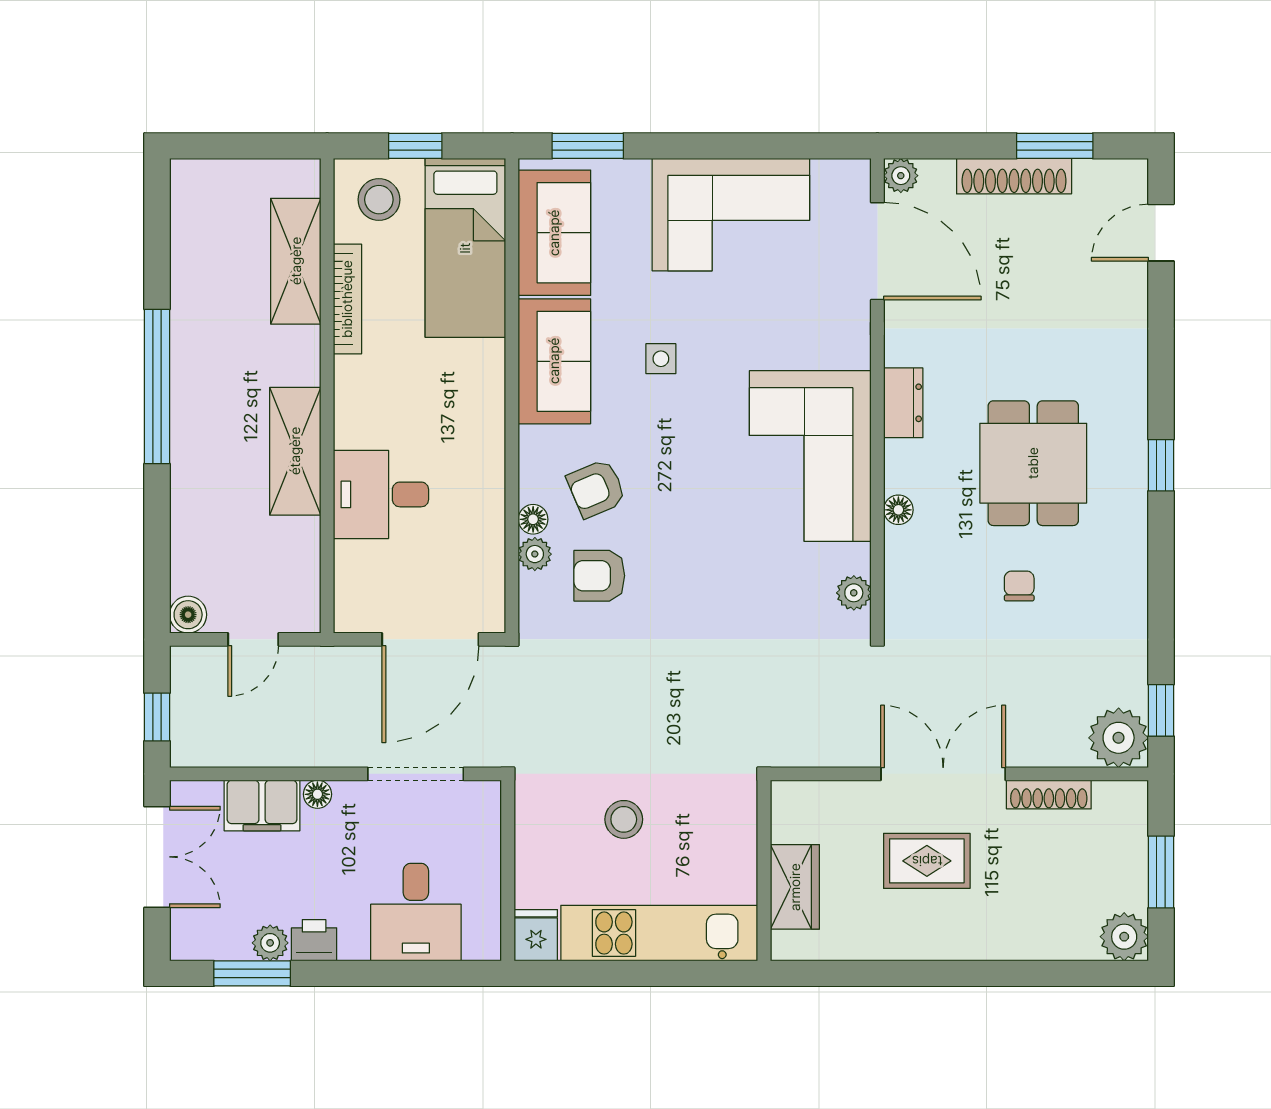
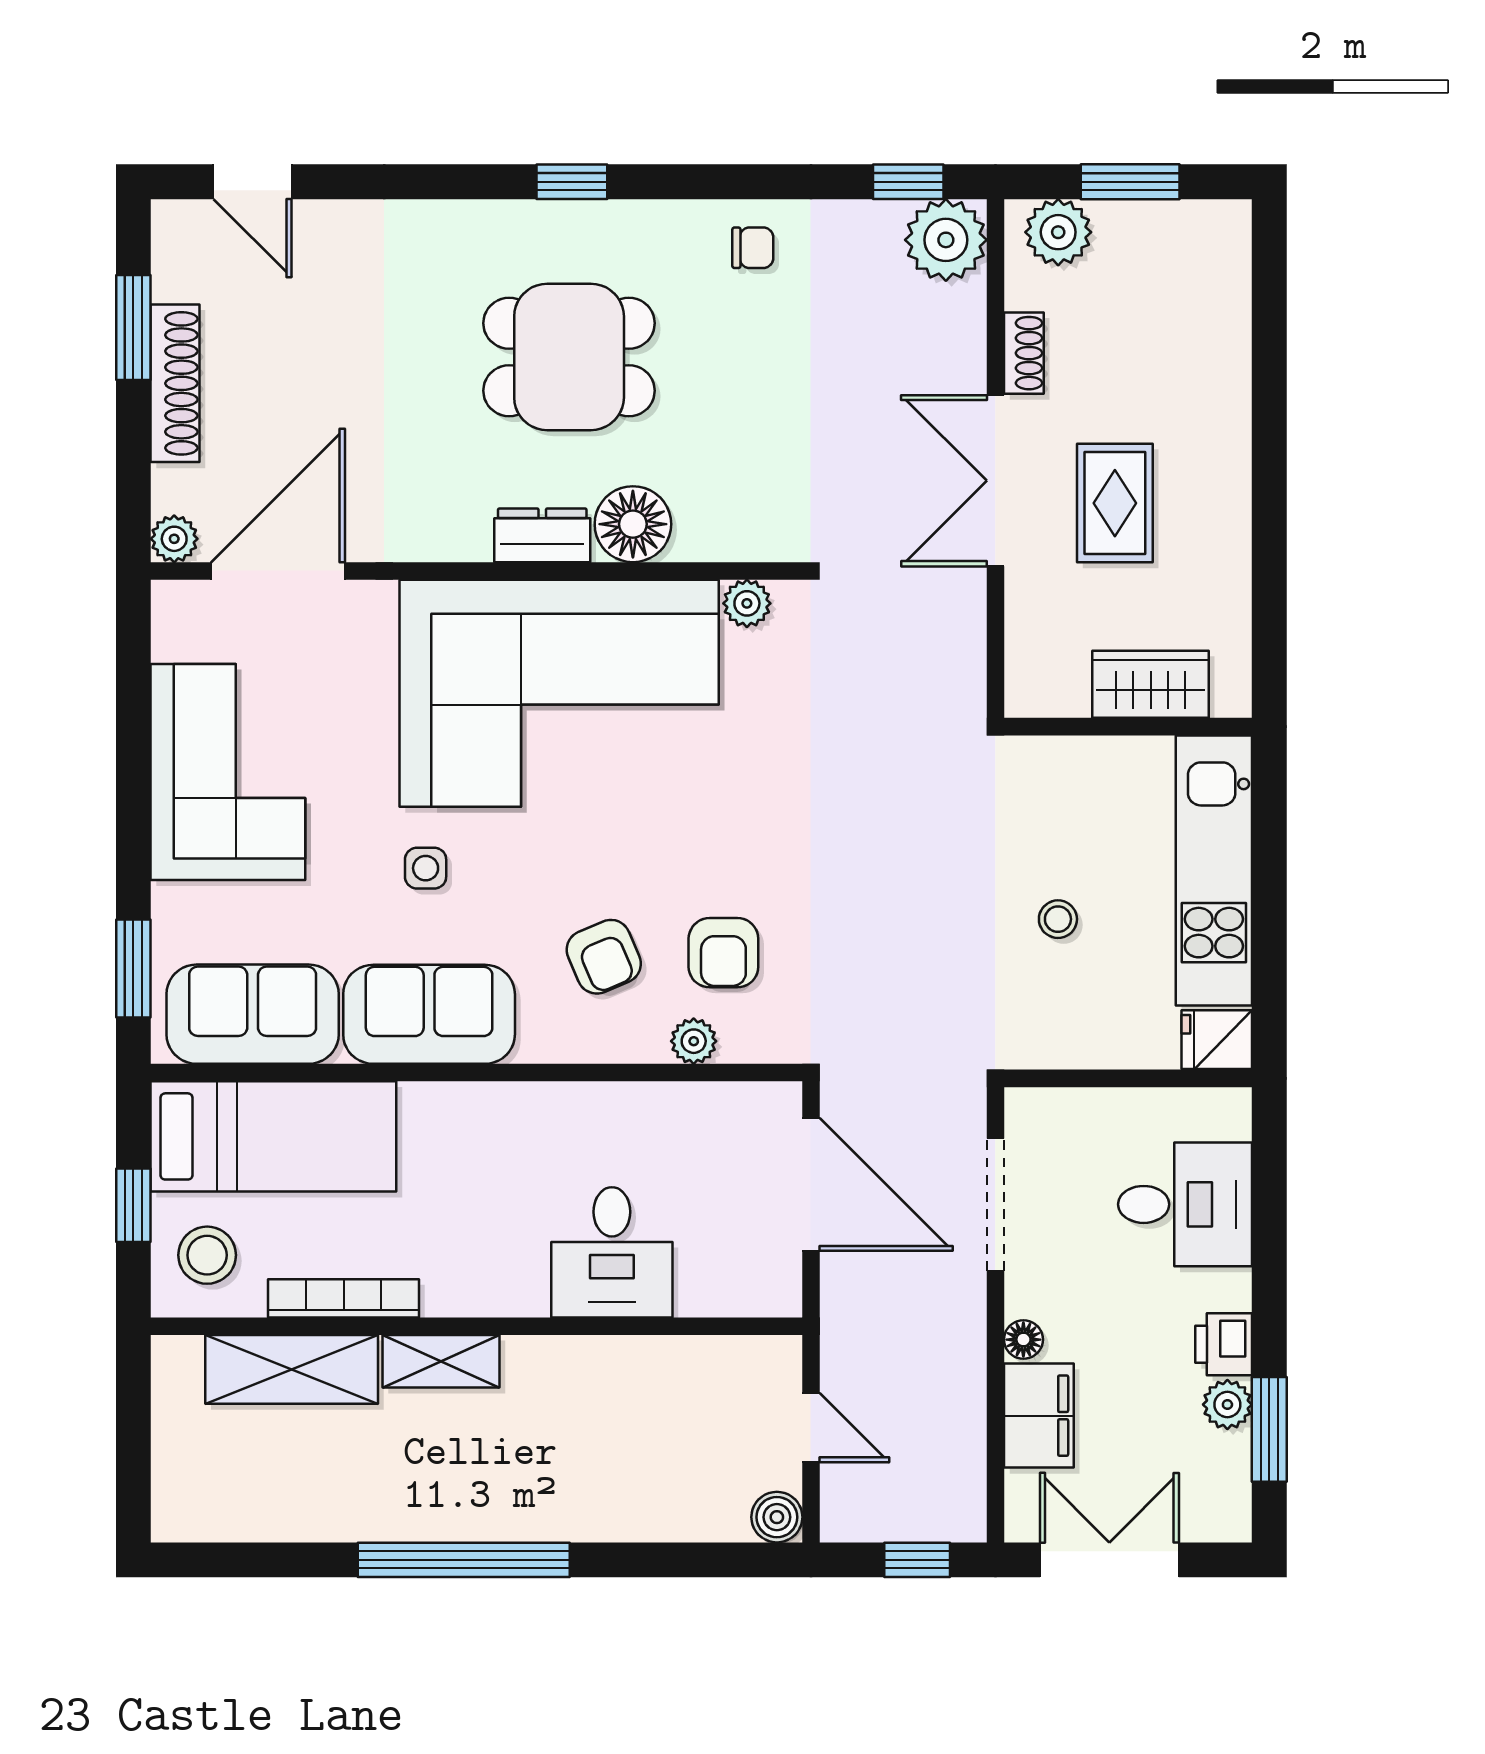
dresser: (903, 403) -> (542, 535), moved
shelving: (295, 451) -> (441, 1361), moved, width x0.67, depth x0.75
corner sofa: (810, 456) -> (559, 693), width x1.36, depth x1.36
floor lamp: (898, 510) -> (633, 524), width x1.89, depth x1.89
floor lamp: (533, 519) -> (646, 1044), removed
chair: (1019, 586) -> (753, 248), moved, turned 180
shoe rack: (1049, 795) -> (1024, 353), width x0.70
stool: (624, 819) -> (1058, 919), width x0.73, depth x0.73
plant: (1124, 937) -> (1058, 232), moved

